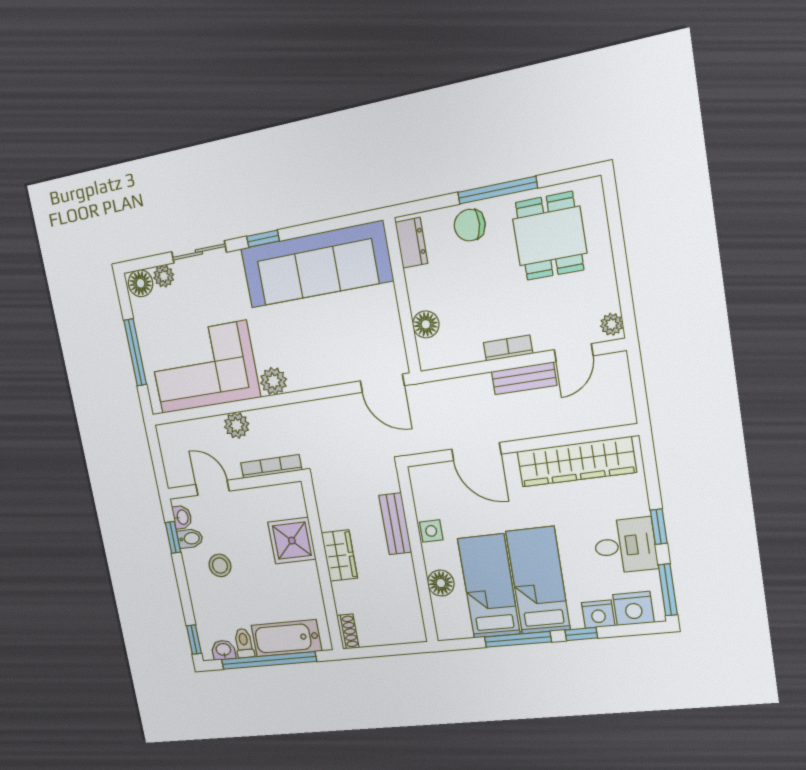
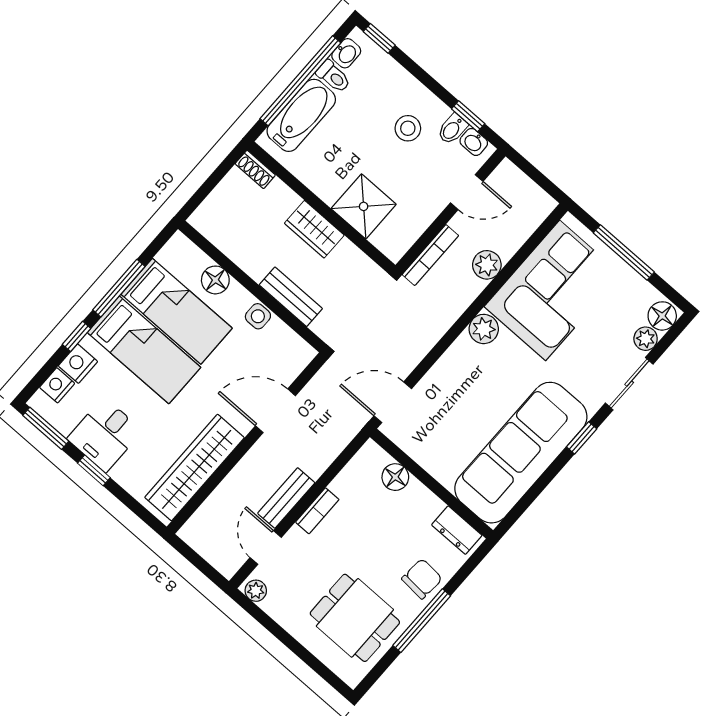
nightstand: (633, 609) -> (57, 385), width x0.74, depth x0.75

